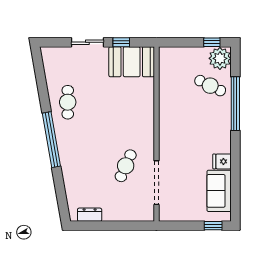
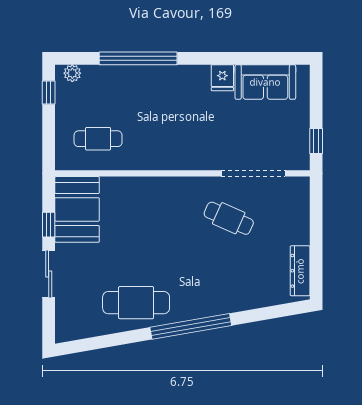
plant: (220, 58) -> (72, 73), width x0.53, depth x0.53
cafe table: (210, 86) -> (98, 139), moved, turned 64
cafe table: (68, 102) -> (136, 303), width x1.37, depth x1.35
dresser: (90, 215) -> (300, 271), width x1.44
window: (213, 226) -> (316, 141), moved

